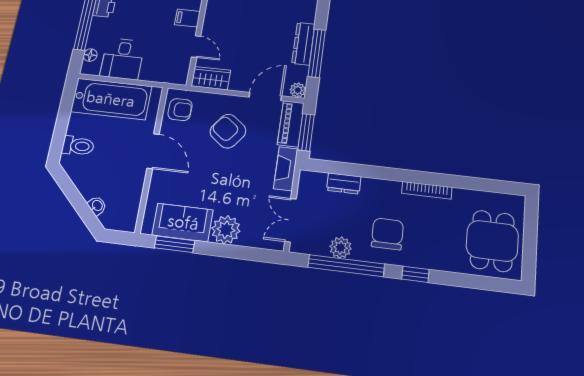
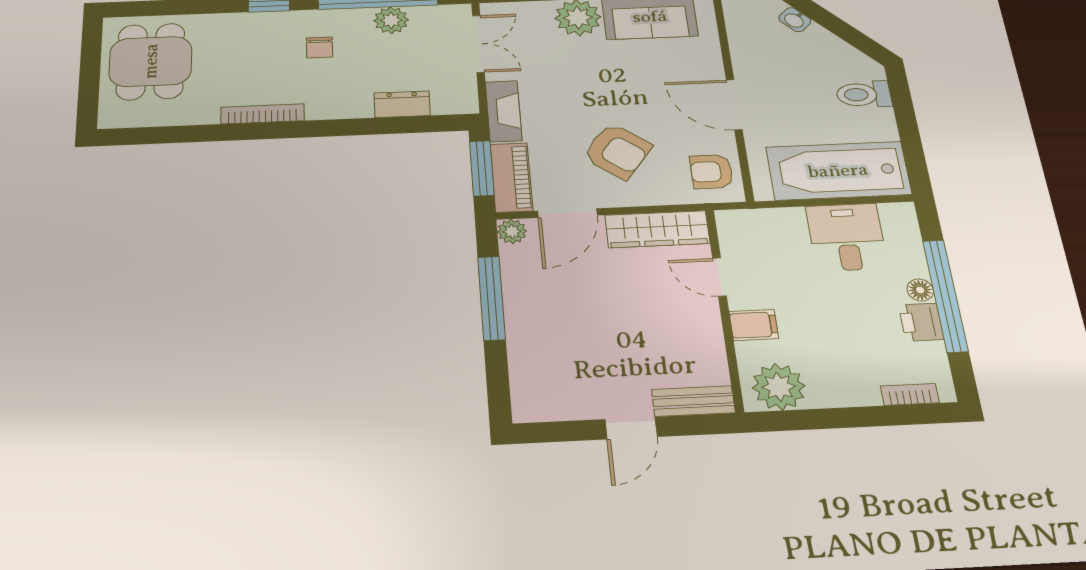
dresser: (303, 44) -> (520, 311), removed
floor lamp: (90, 55) -> (920, 290), moved
wardrobe: (211, 78) -> (657, 229), width x1.50
chair: (387, 234) -> (319, 47), width x0.54, depth x0.54

